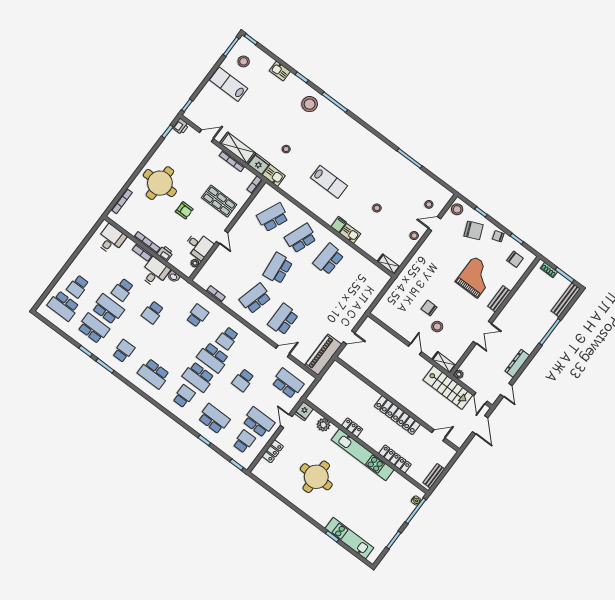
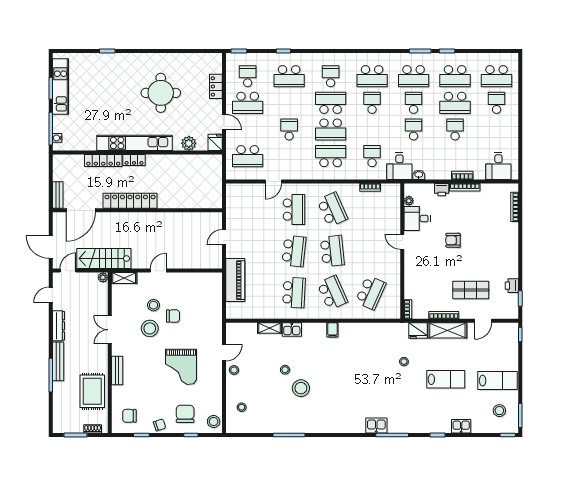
stool: (310, 104) -> (301, 388), moved
printer: (181, 126) -> (512, 286), moved
kitchen sink: (274, 175) -> (376, 426), moved, turned 180
lab bench: (329, 182) -> (446, 379), moved, turned 180
round table: (160, 183) -> (493, 248), removed
shop shelf: (219, 201) -> (471, 290), moved
filing cabinet: (339, 224) -> (332, 330), moved
door: (434, 224) -> (224, 353), moved
chair: (474, 230) -> (185, 414), turned 113
school desk: (301, 238) -> (332, 293), turned -45
shelving: (389, 264) -> (269, 328), moved
desk: (155, 272) -> (399, 166), moved
grand piano: (476, 277) -> (181, 367), moved
school desk: (306, 289) -> (294, 251), added
rug: (529, 297) -> (92, 391), added
school desk: (255, 299) -> (332, 210), turned -39
bench: (566, 300) -> (58, 361), moved
school desk: (63, 306) -> (497, 76), turned 180
stool: (453, 312) -> (150, 328), added
school desk: (197, 316) -> (372, 156), turned 180
school desk: (138, 332) -> (414, 103), added
school desk: (227, 338) -> (331, 156), width x1.85
door: (415, 349) -> (158, 271), swing flipped
school desk: (124, 351) -> (414, 76), width x1.85
school desk: (168, 354) -> (372, 103), added
piano: (323, 355) -> (235, 280), moved
school desk: (213, 358) -> (331, 129), turned 180
school desk: (154, 374) -> (372, 76), turned 180
door: (506, 390) -> (51, 295), hinge flipped
school desk: (184, 396) -> (331, 76), turned 180
door: (480, 398) -> (68, 271), hinge flipped
locker: (352, 427) -> (134, 160), moved
door: (438, 435) -> (81, 210), width x1.88
school desk: (244, 441) -> (248, 76), turned 180
bench: (434, 476) -> (58, 195), moved
kitchen unit: (349, 538) -> (61, 87), moved, turned -90

